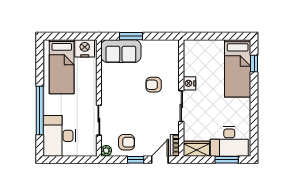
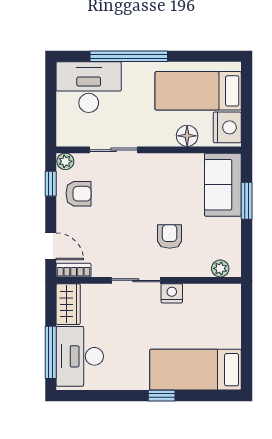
plant: (174, 53) -> (220, 268), added
window: (254, 63) -> (162, 396), moved
floor lamp: (90, 74) -> (187, 136), added
armchair: (127, 142) -> (79, 194), turned -90
window: (136, 160) -> (51, 184), moved
window: (227, 160) -> (51, 352), width x1.44

